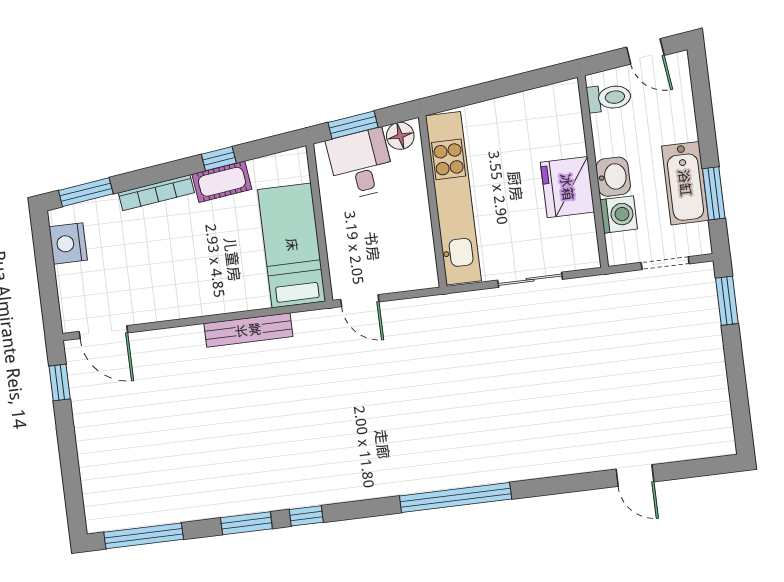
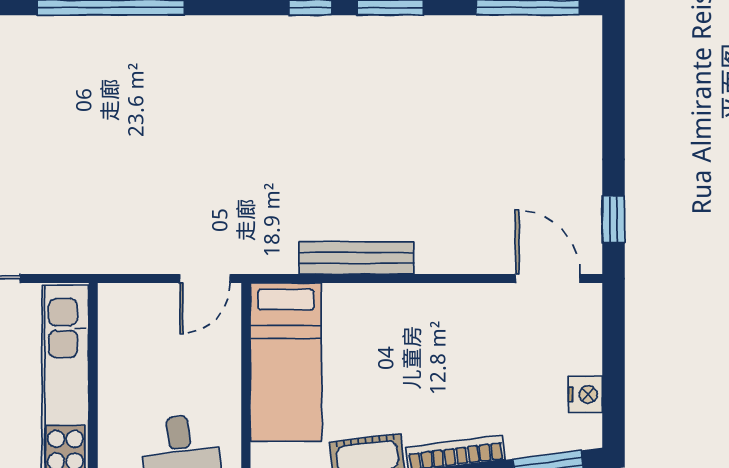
nightstand: (68, 243) -> (585, 394), width x0.74, depth x0.75
door: (360, 301) -> (205, 279), swing flipped

